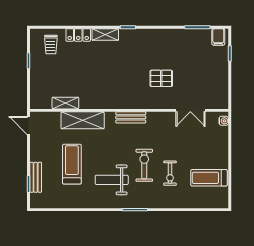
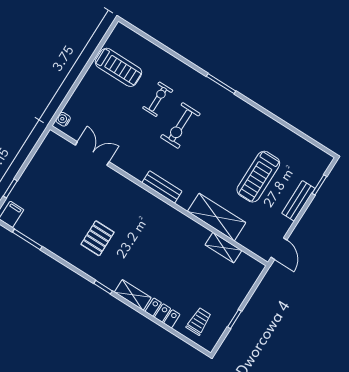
pallet: (161, 78) -> (98, 238), moved, turned 90
bench: (36, 177) -> (298, 201), moved
weight bench: (112, 180) -> (226, 132), removed

